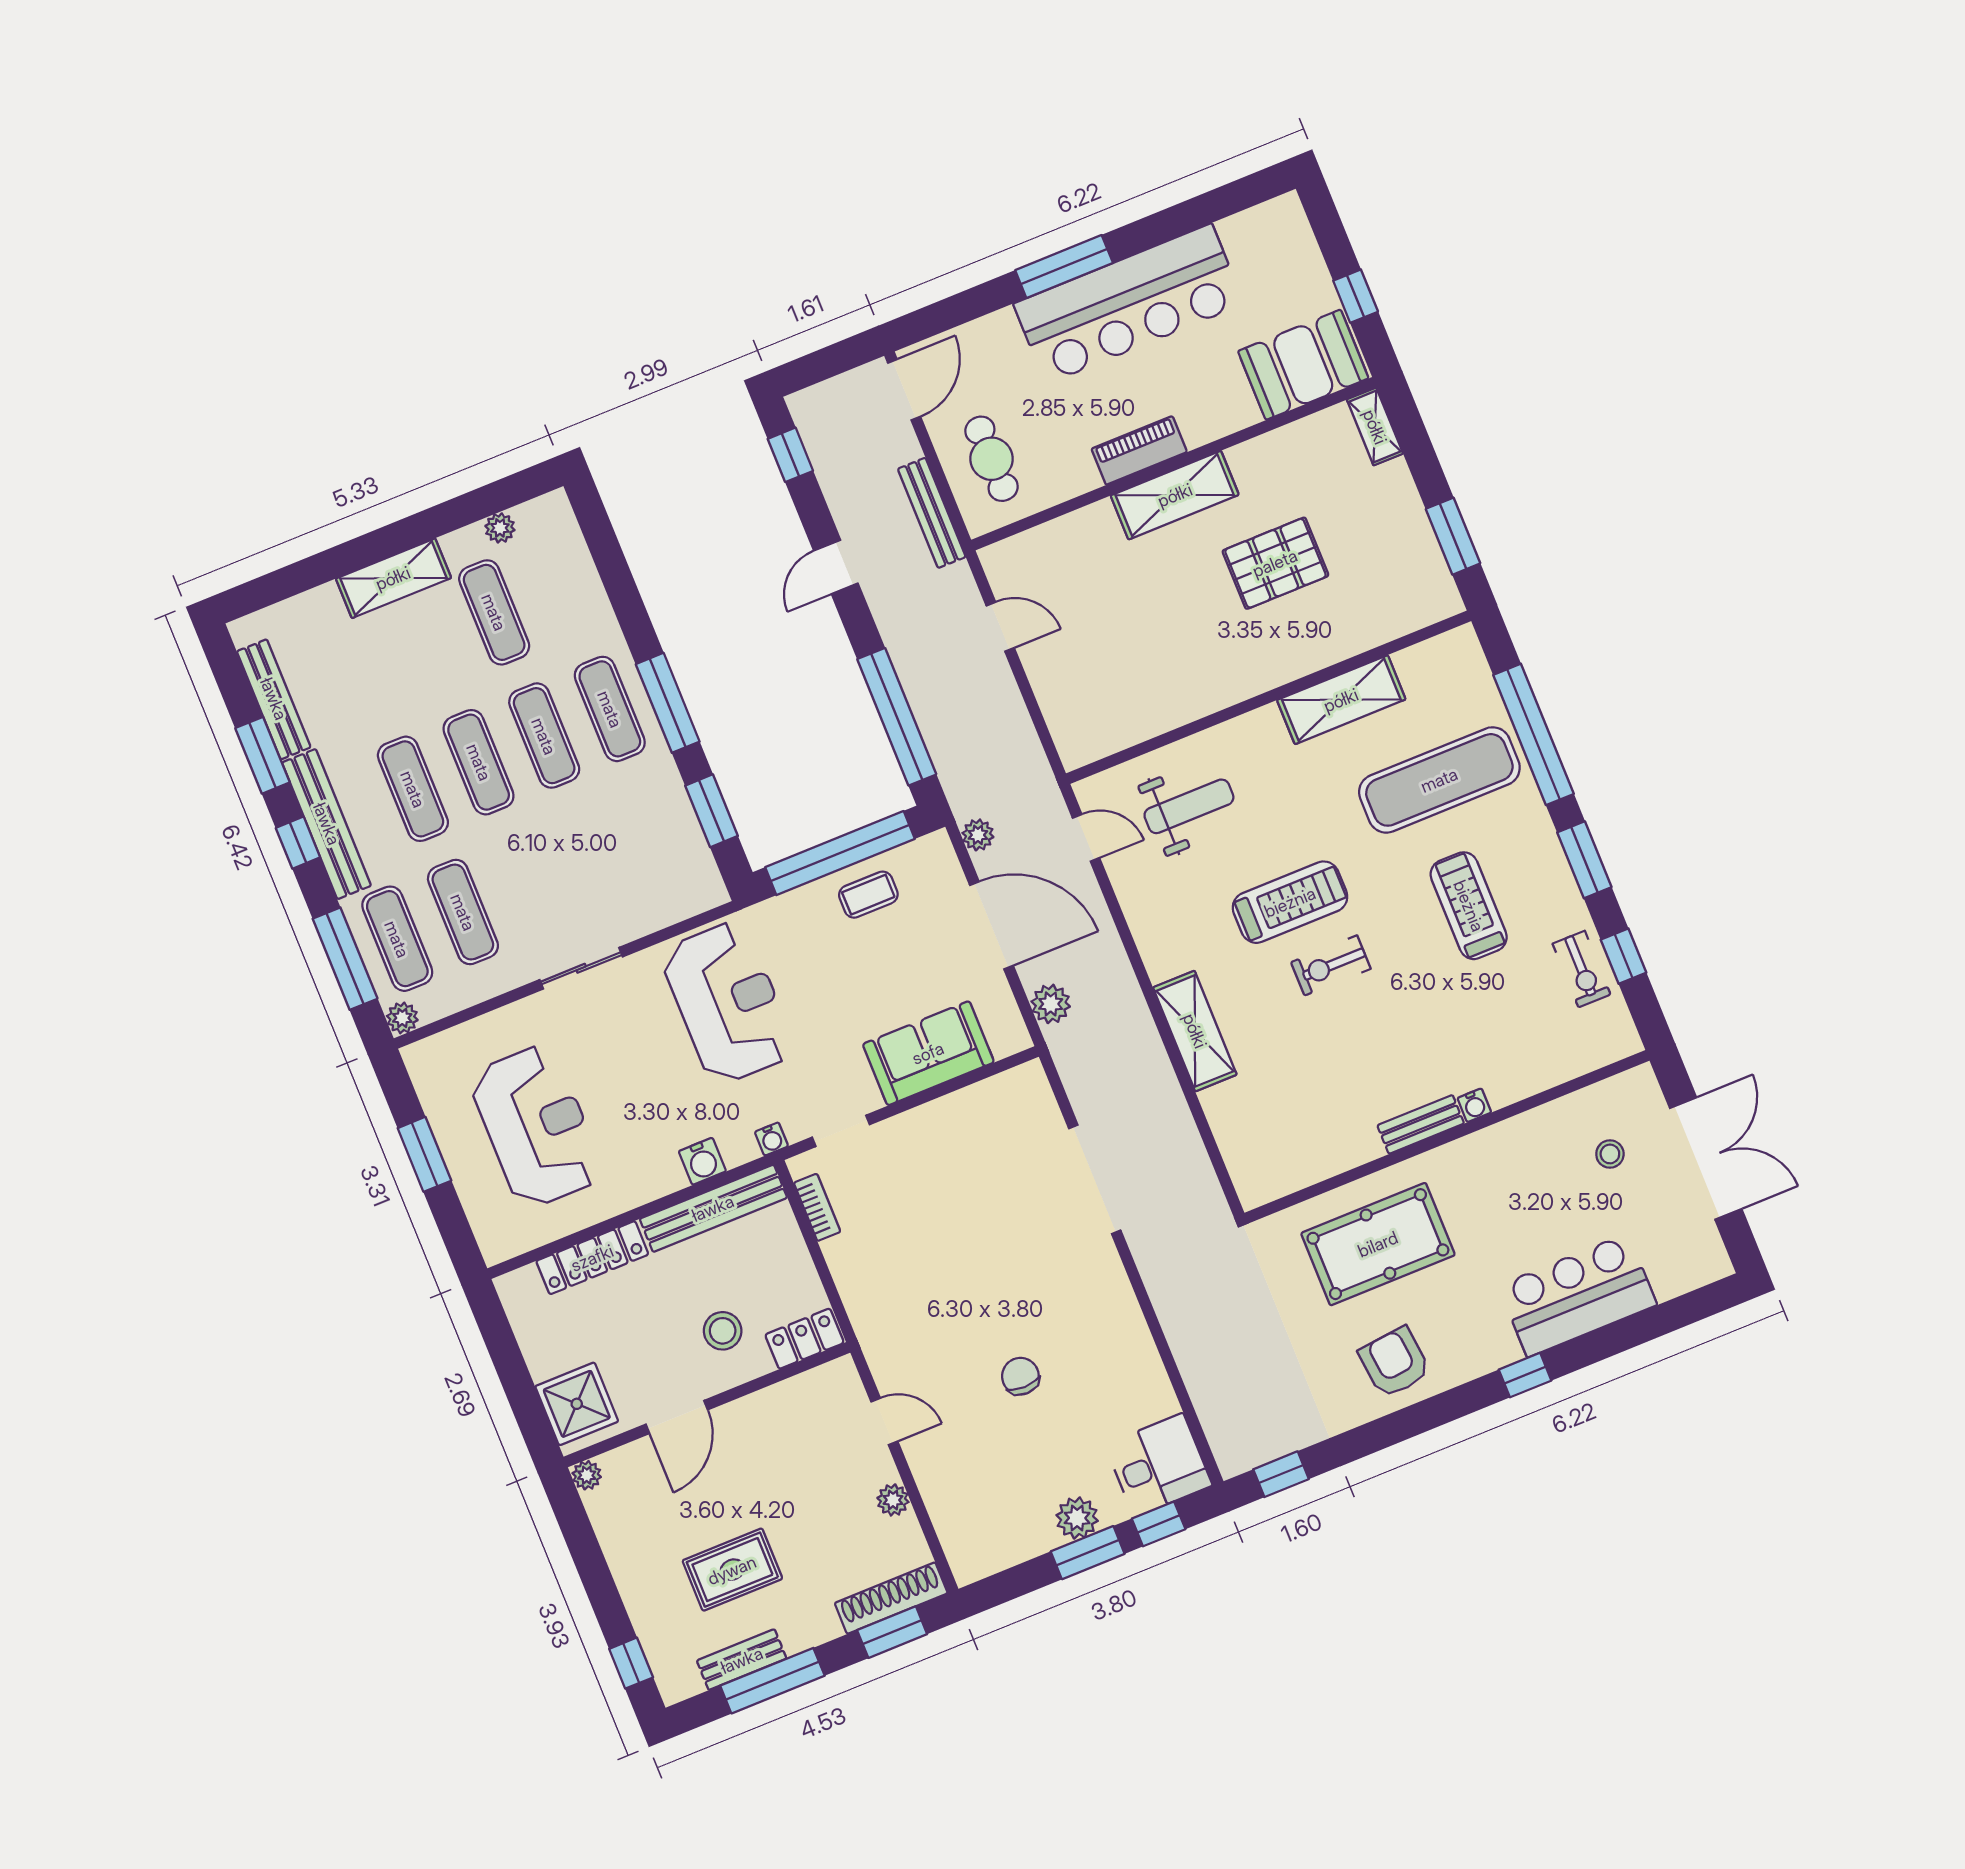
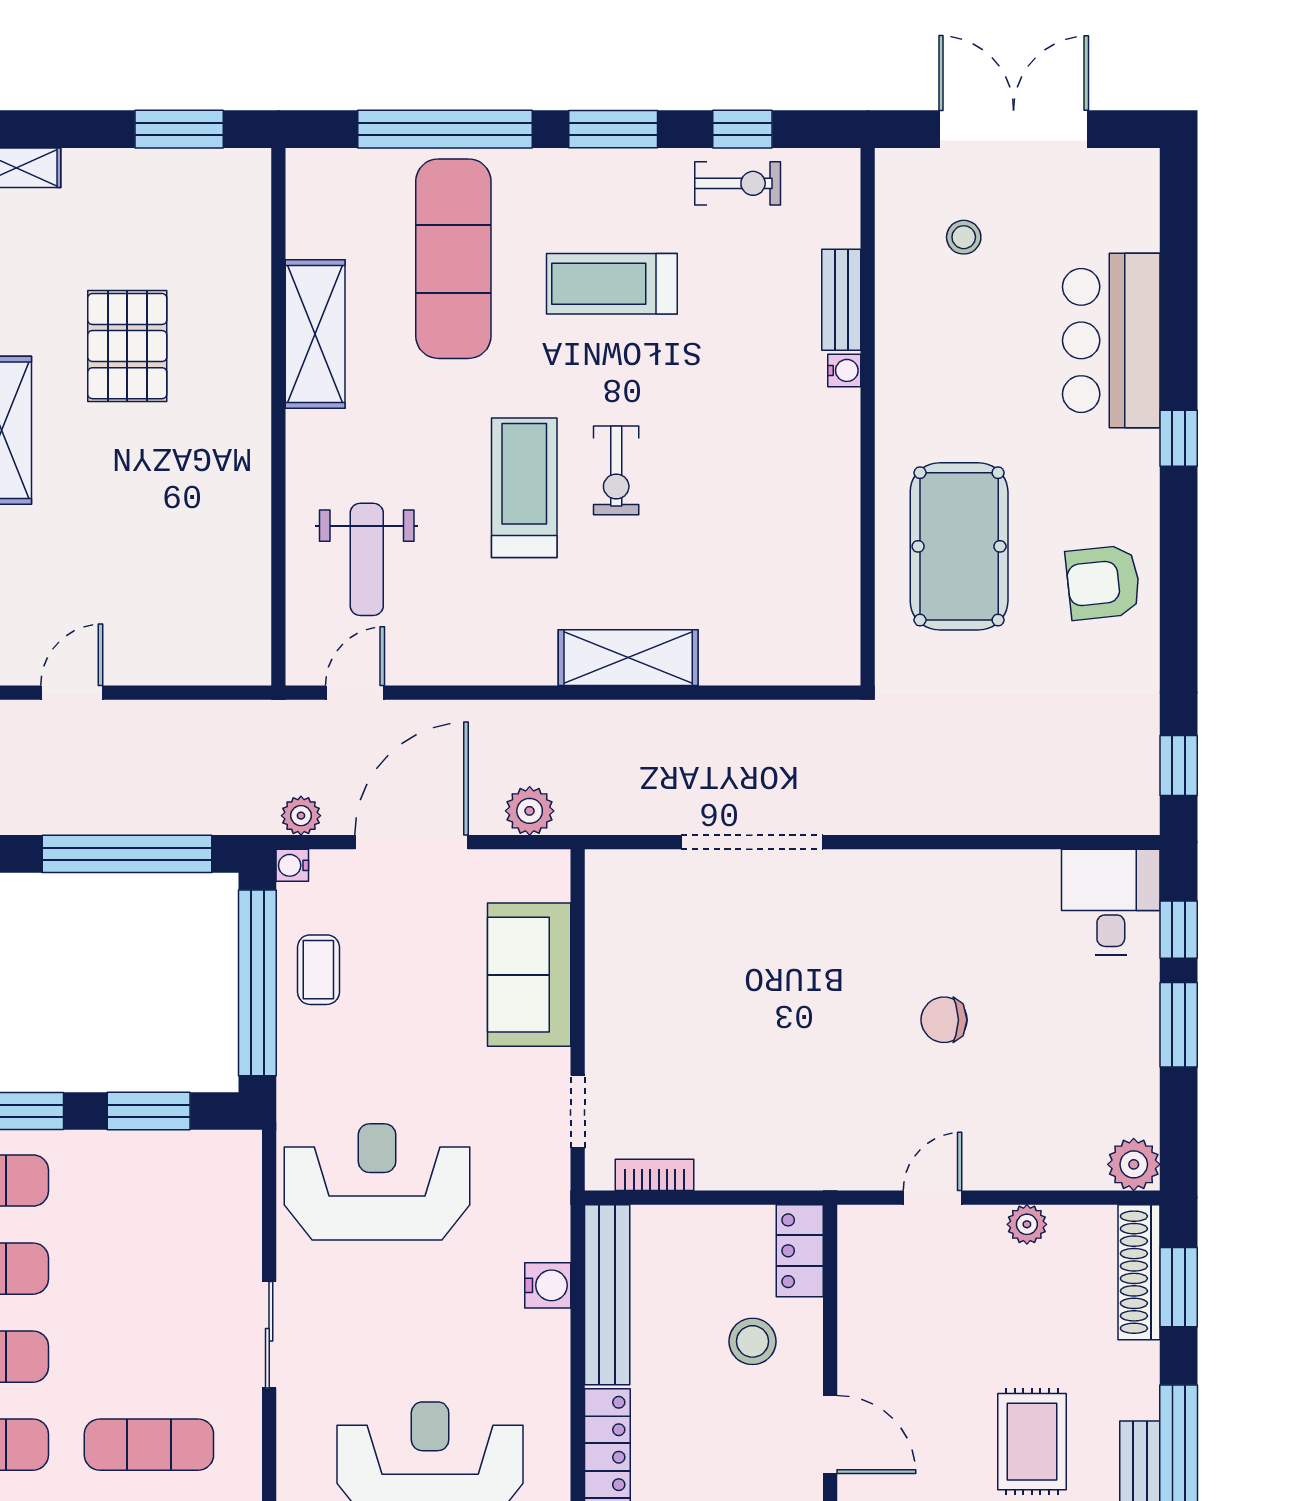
weight bench: (1189, 806) -> (367, 559), turned 180
bench: (1421, 1124) -> (841, 300), moved
water cooler: (771, 1139) -> (292, 865), moved, turned 180
plant: (1077, 1518) -> (1134, 1164), moved

